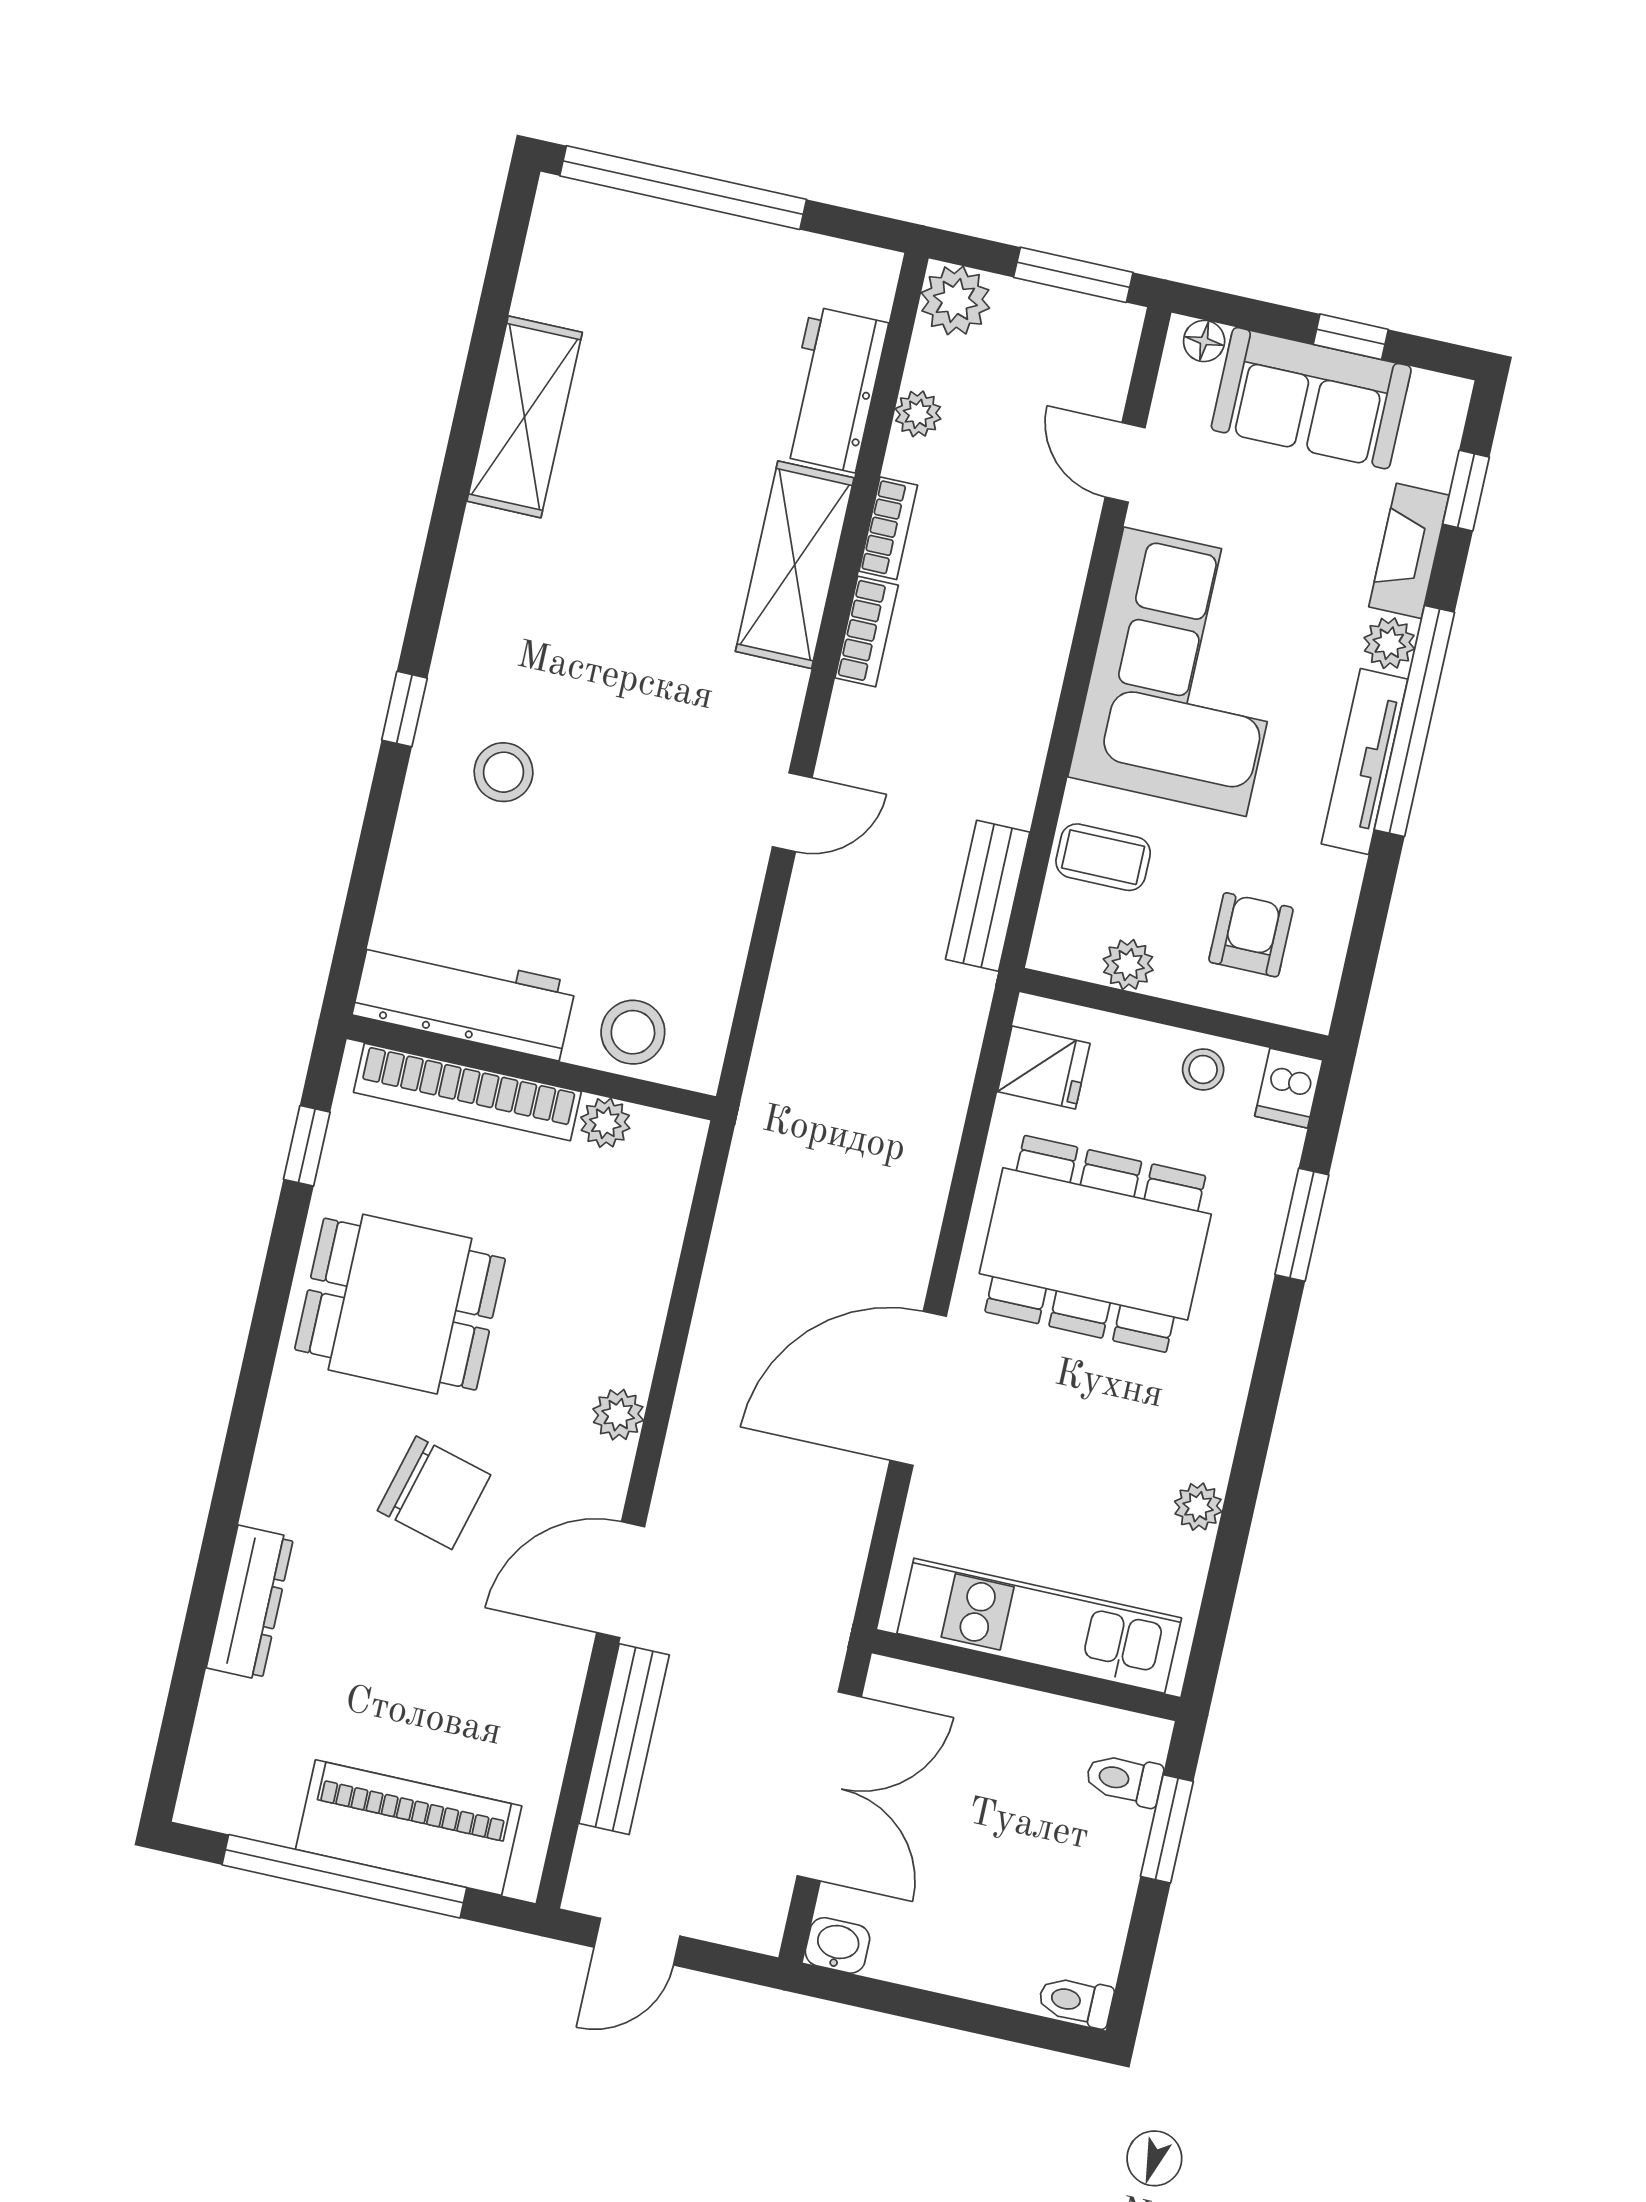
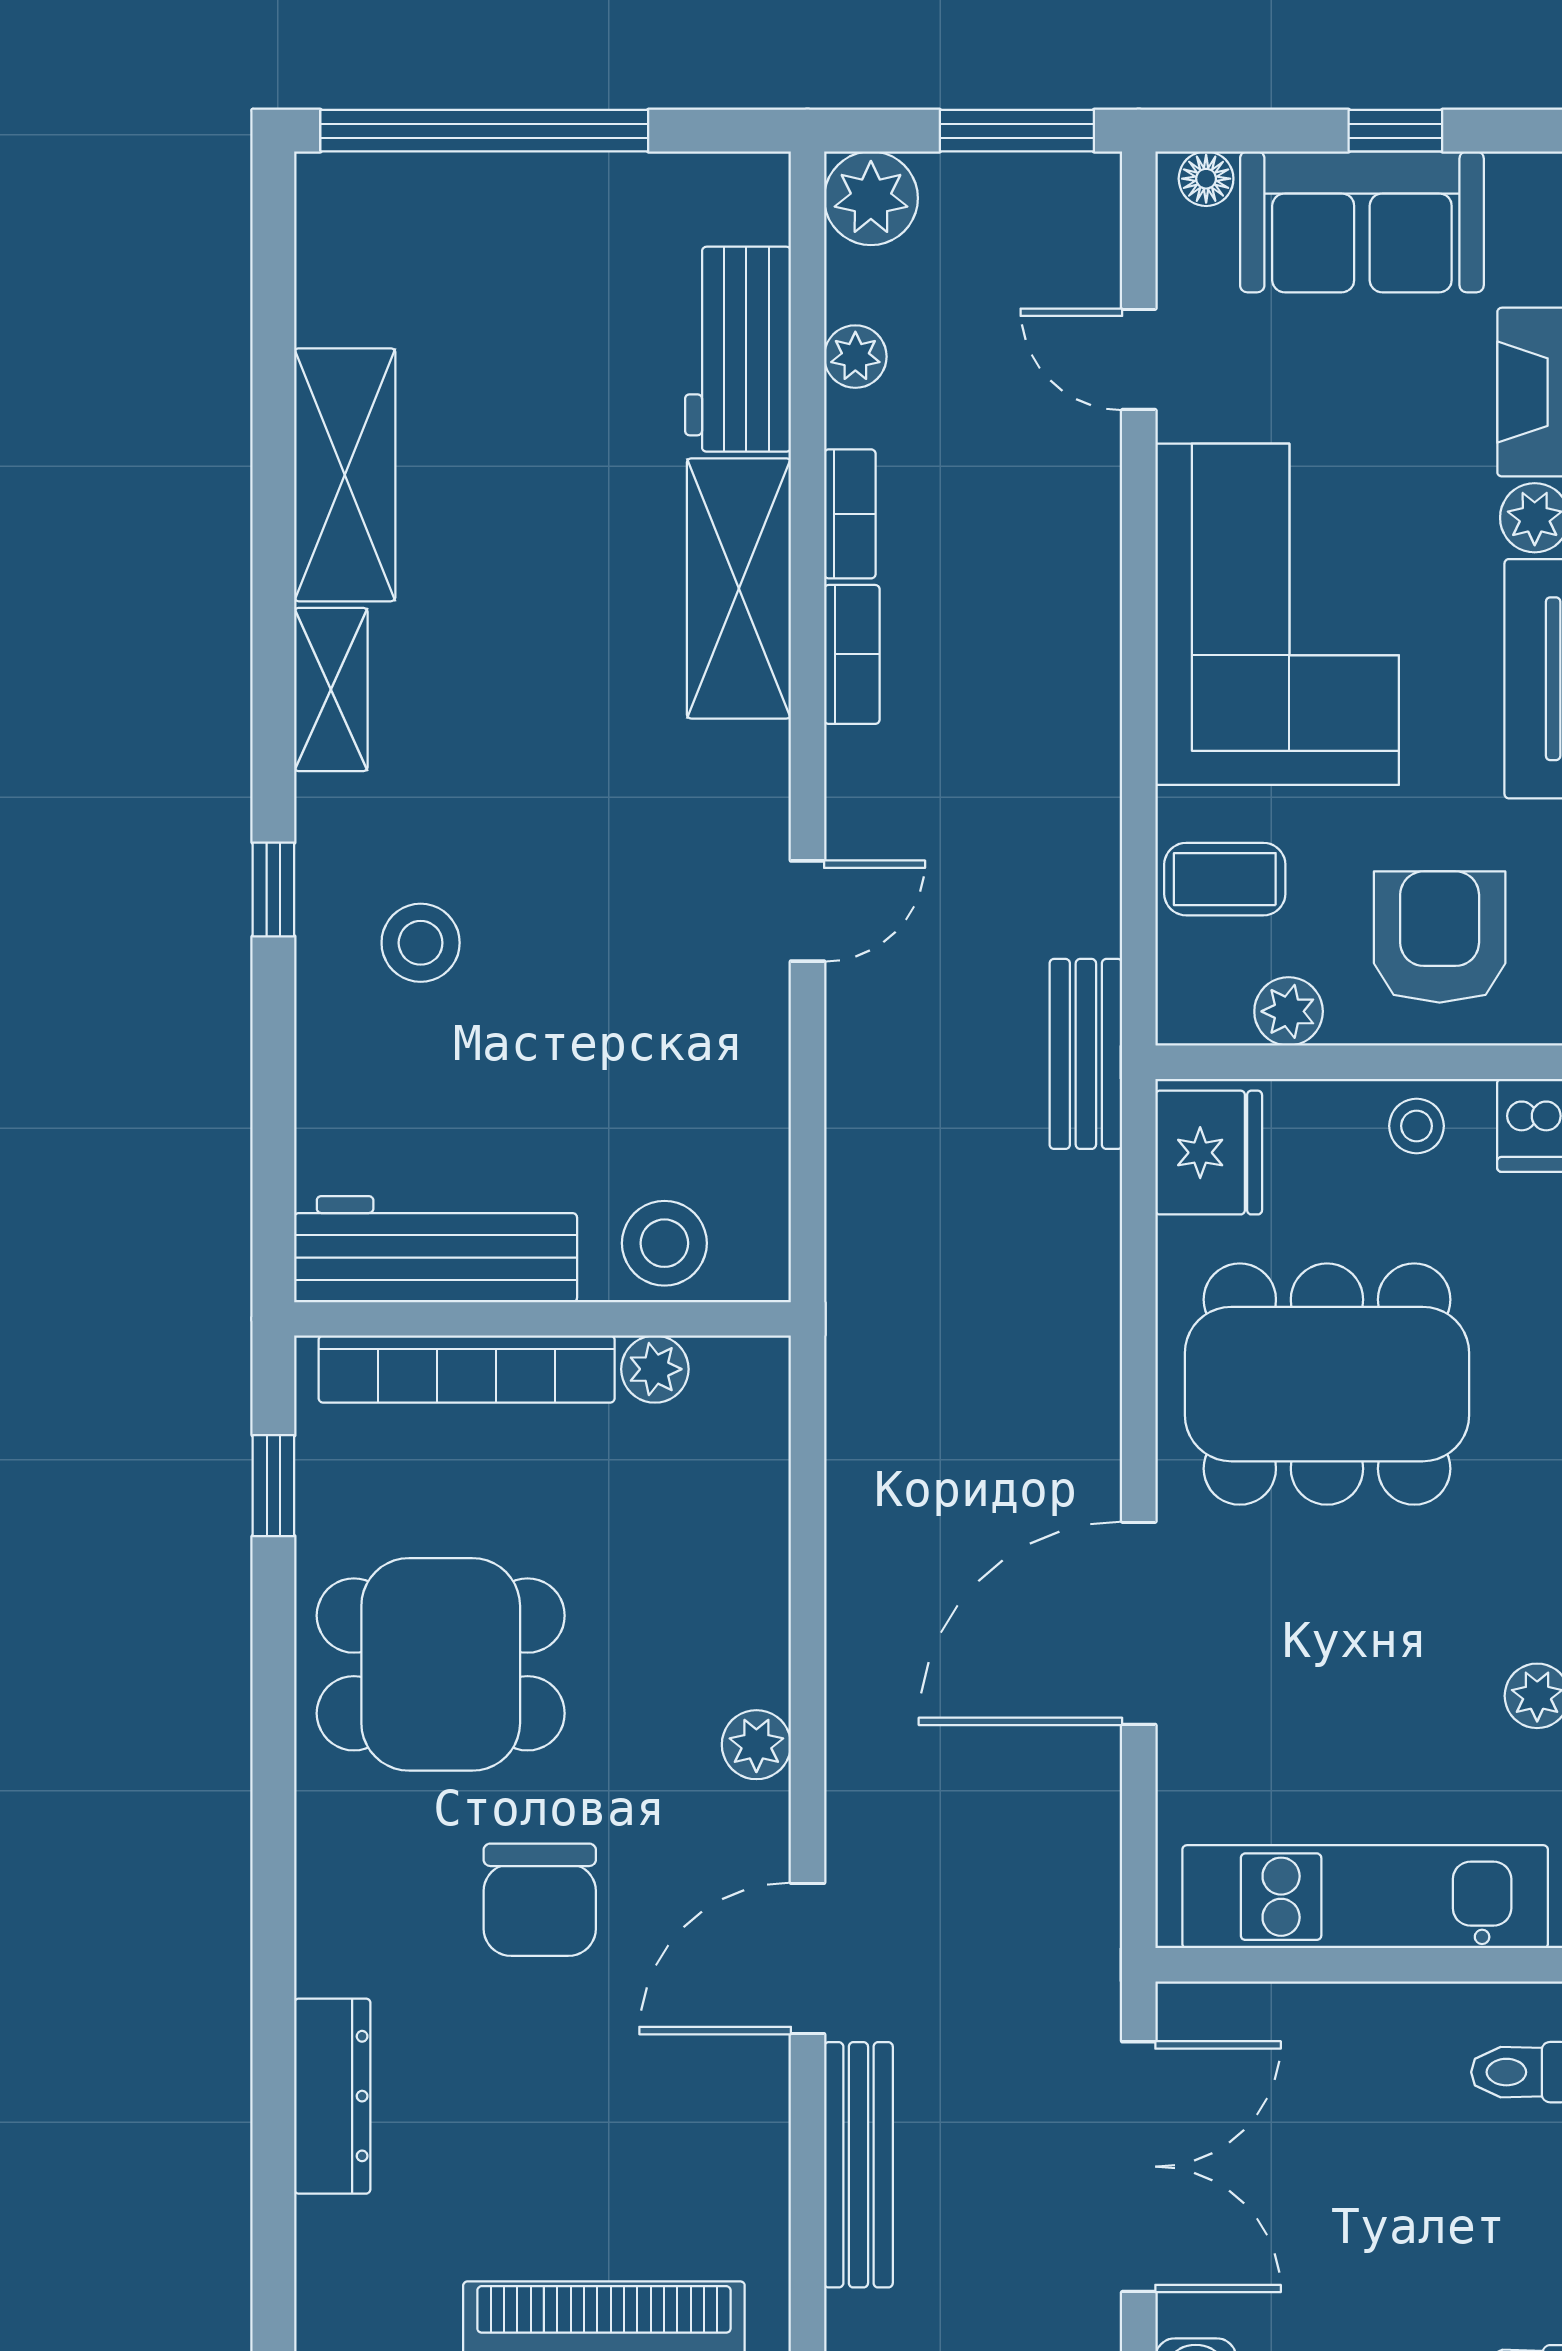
shelving: (479, 572) -> (331, 690), added
bench: (988, 896) -> (1086, 1054), moved
armchair: (1251, 935) -> (1440, 937), width x1.38, depth x1.38
fridge: (1044, 1067) -> (1209, 1153), width x1.38
chair: (434, 1493) -> (540, 1900), turned 75

